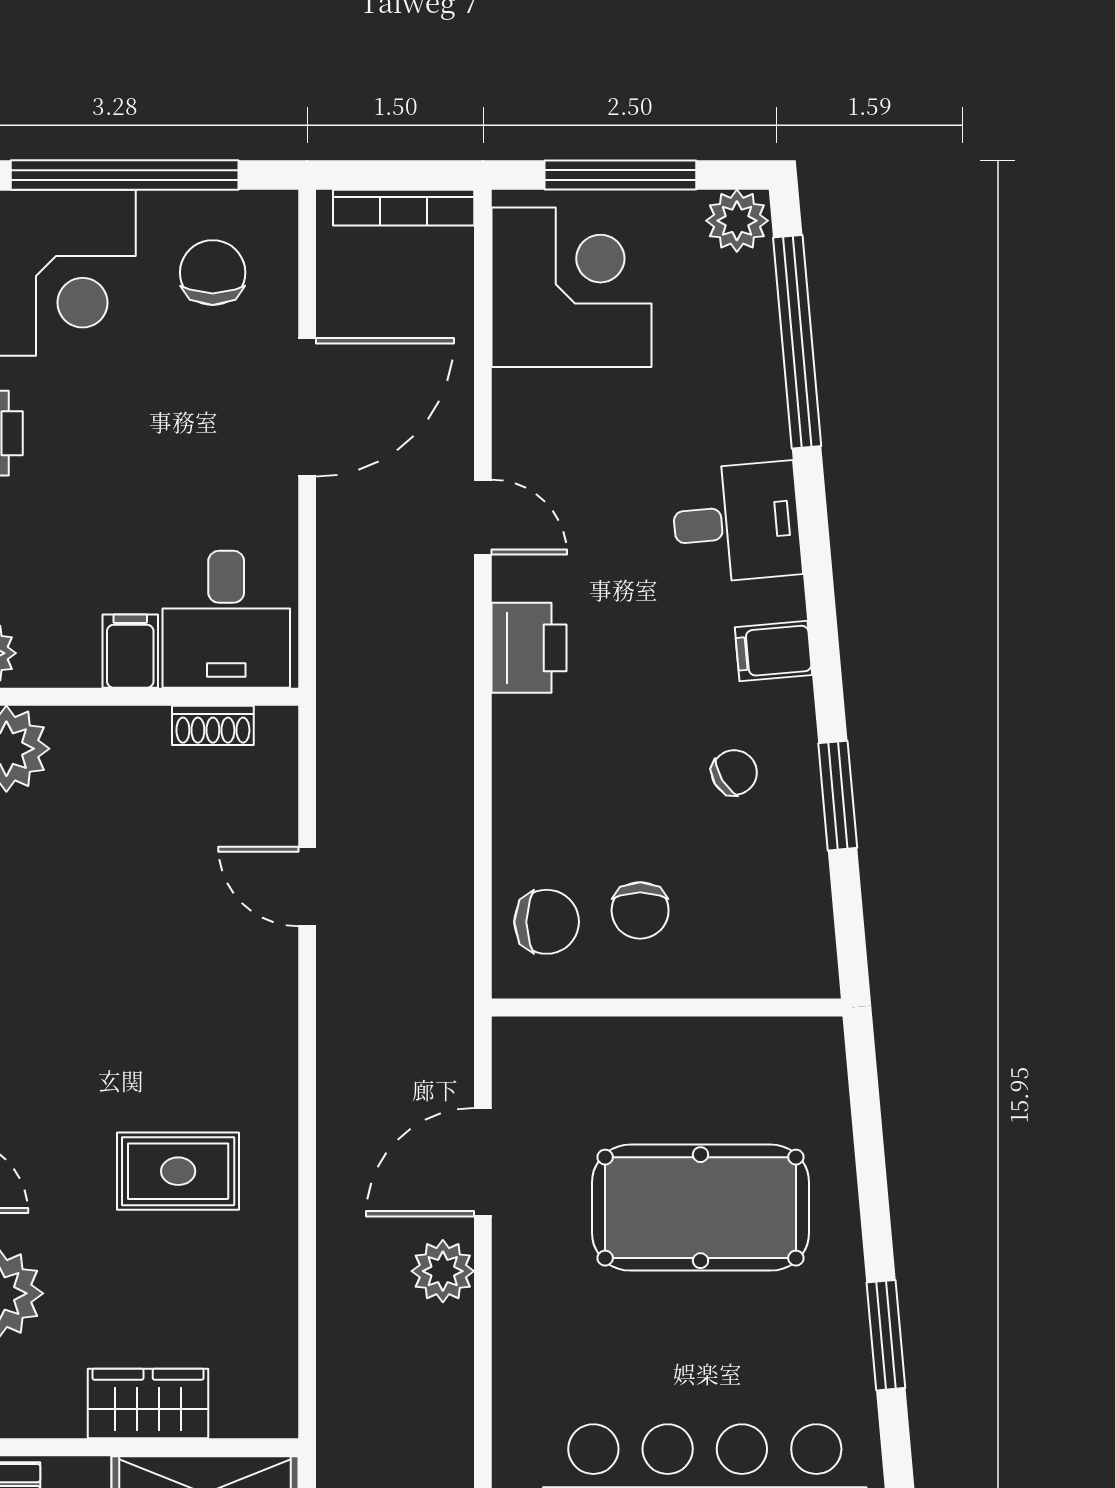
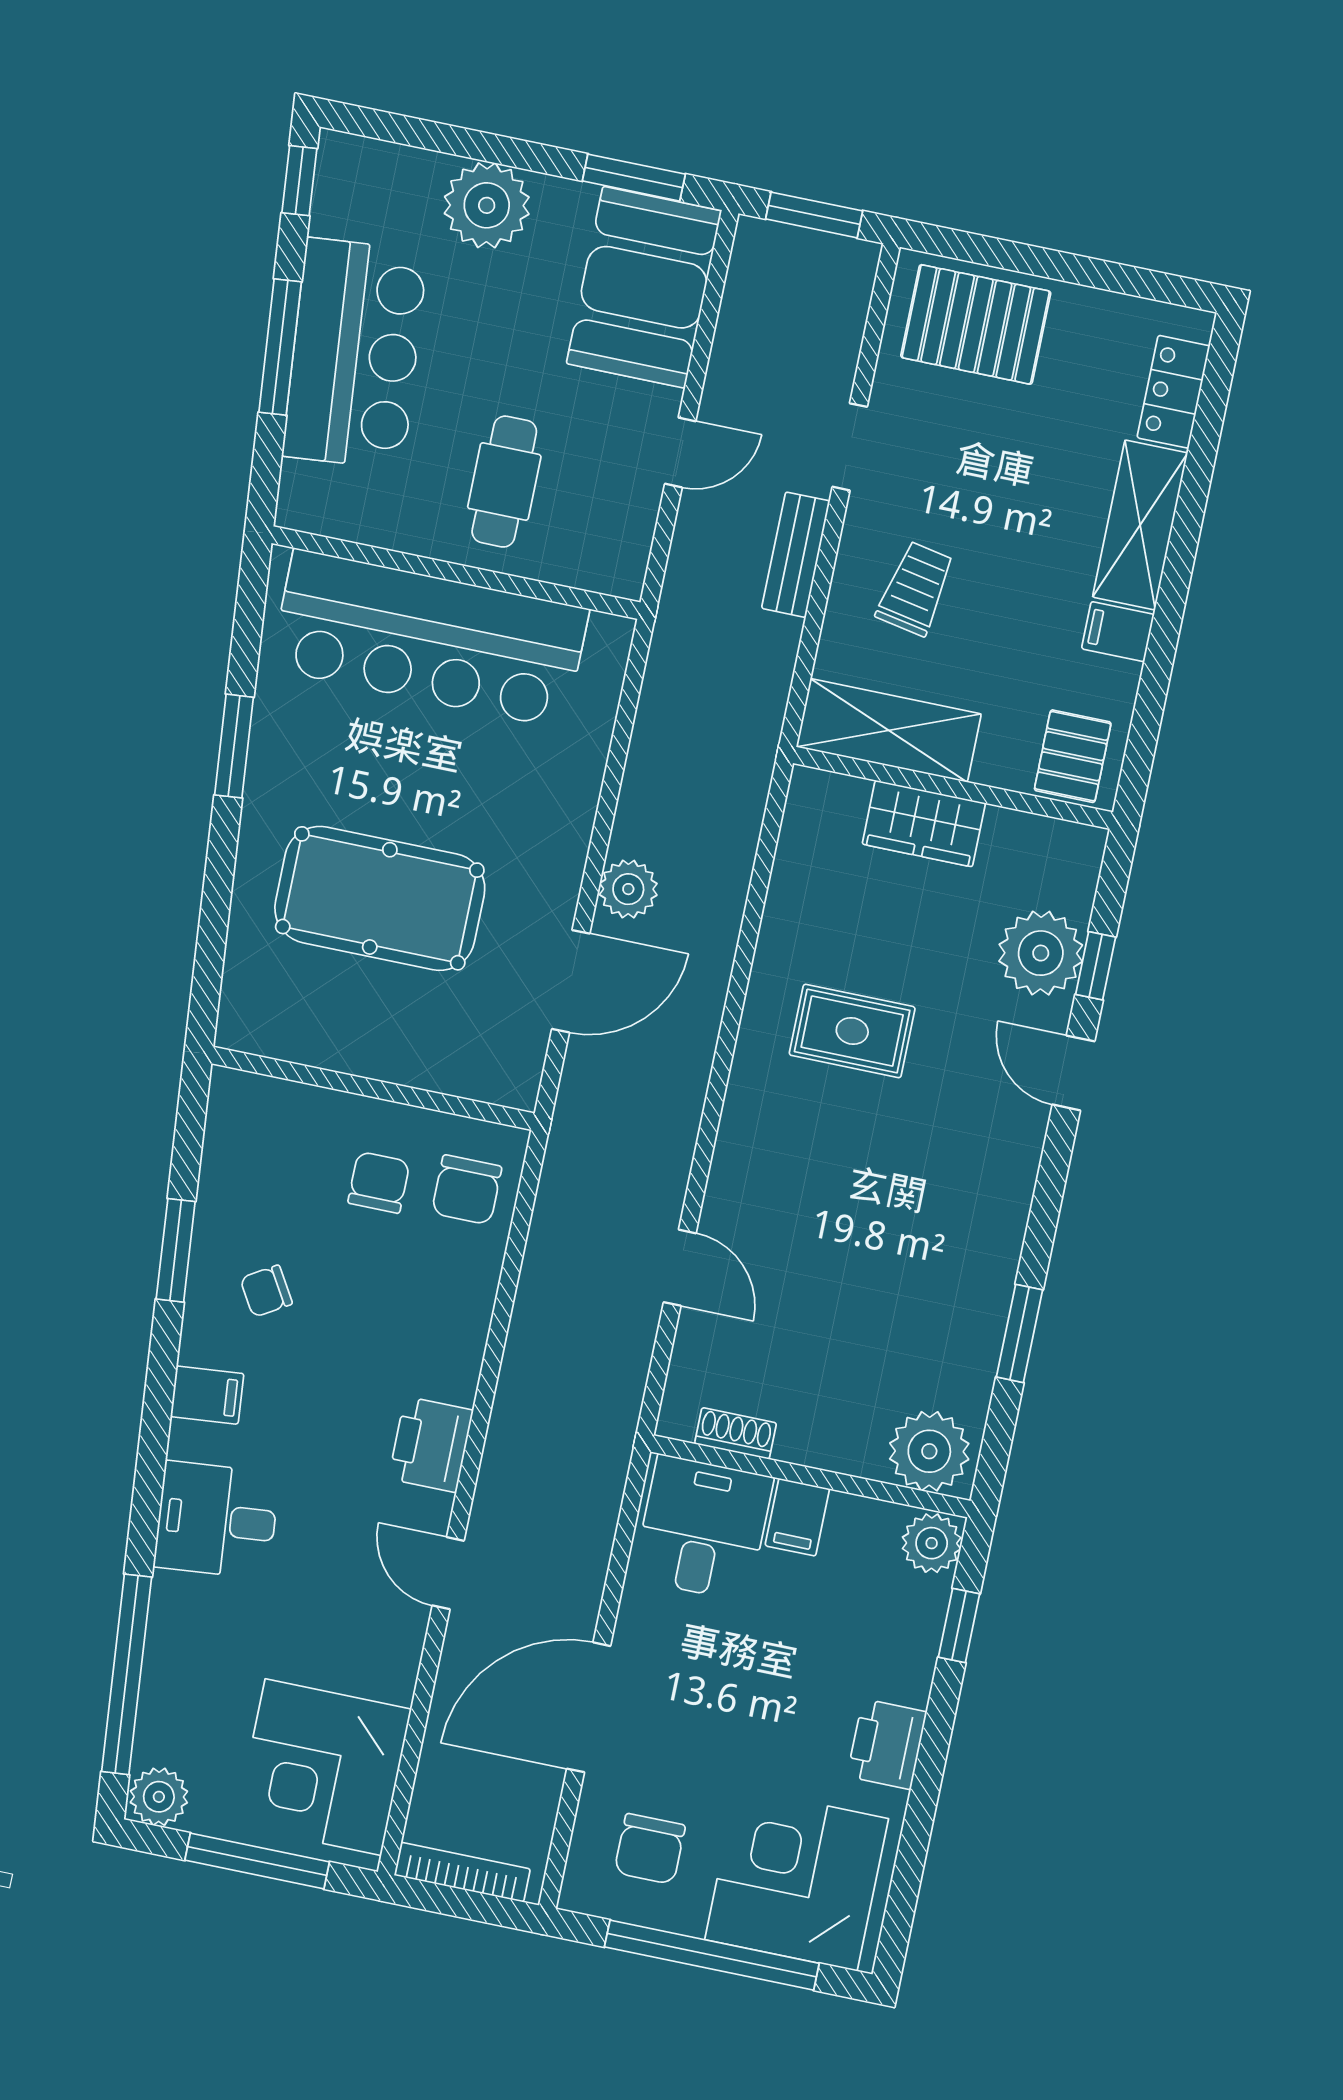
chair: (547, 922) -> (467, 1190), turned -90

